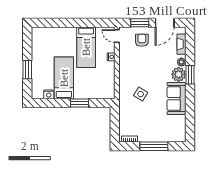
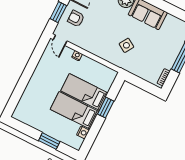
door: (117, 36) -> (60, 40), hinge flipped
bed: (86, 47) -> (84, 92), moved, turned 180

